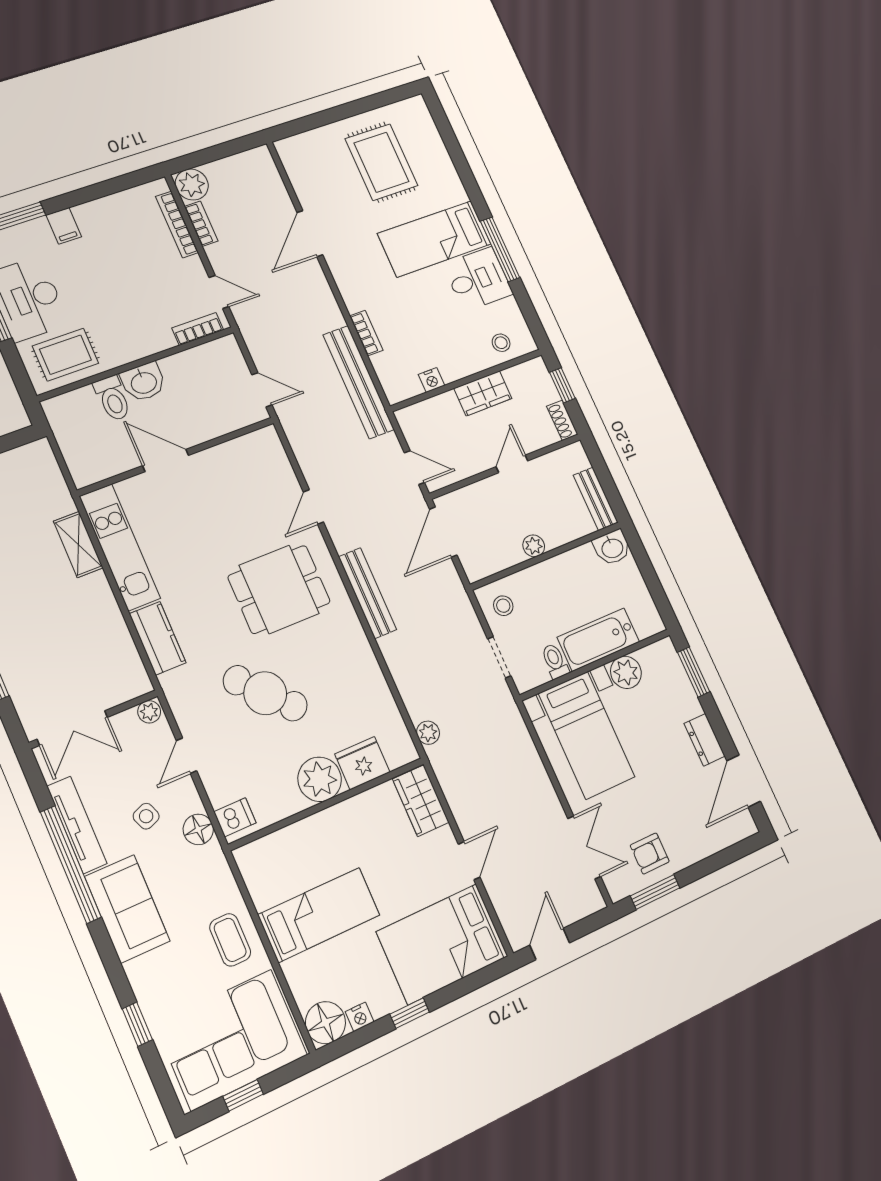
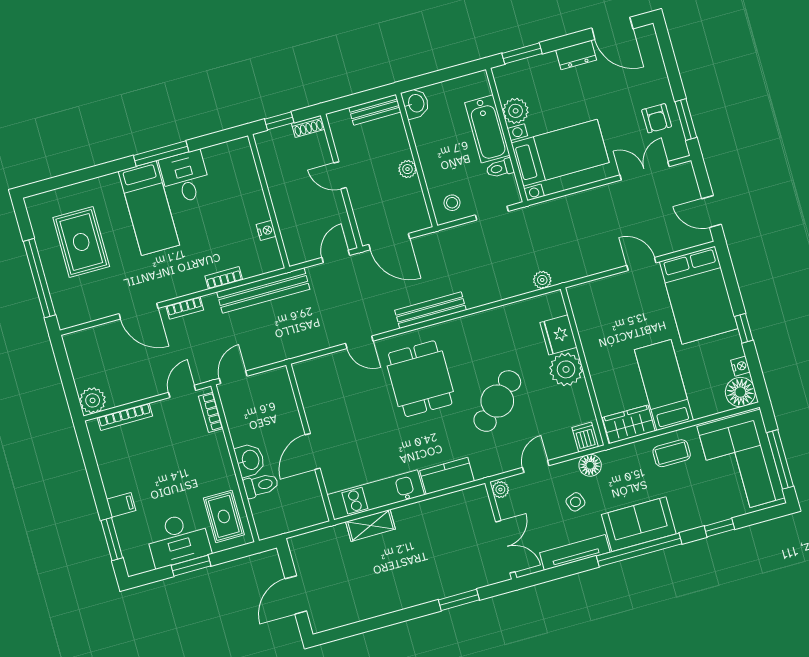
window: (331, 116) -> (39, 278), added
rug: (381, 162) -> (81, 242), turned 90
bookcase: (201, 224) -> (185, 308), moved, turned 180
stool: (501, 343) -> (240, 167), removed
door: (262, 390) -> (233, 377), moved
wardrobe: (483, 393) -> (280, 190), removed
door: (186, 756) -> (536, 467), swing flipped
wardrobe: (421, 801) -> (629, 424), moved, turned 180
window: (71, 864) -> (639, 550), moved
window: (243, 1095) -> (780, 459), width x2.17

